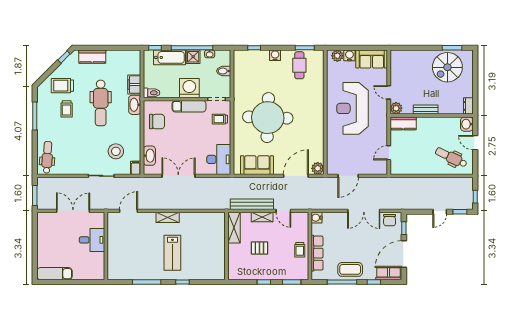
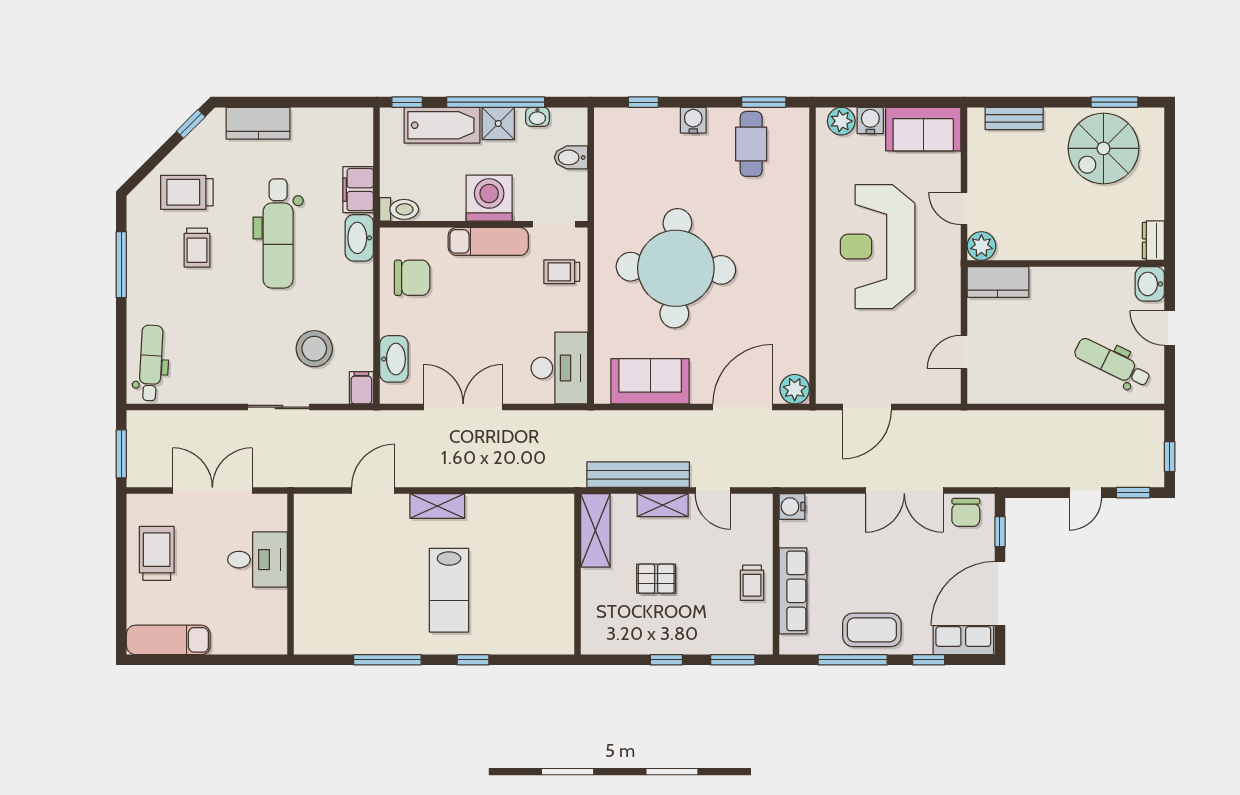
bench: (426, 110) -> (1014, 118), moved
door: (129, 211) -> (373, 491), moved
trolley: (50, 237) -> (157, 553), added

